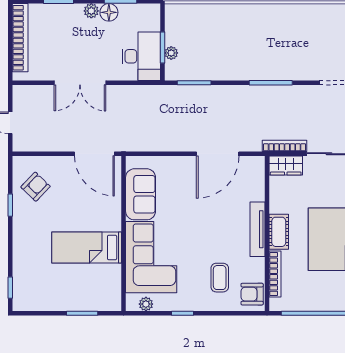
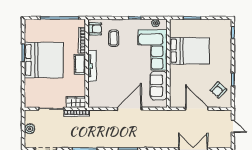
door: (94, 154) -> (197, 109), moved
door: (218, 154) -> (129, 109), moved
bed: (87, 248) -> (189, 51), width x1.50

